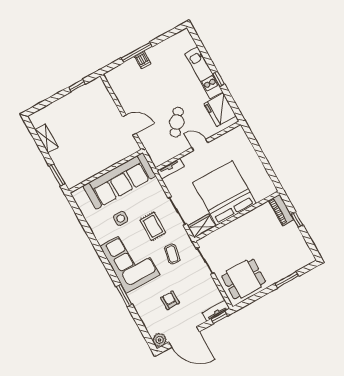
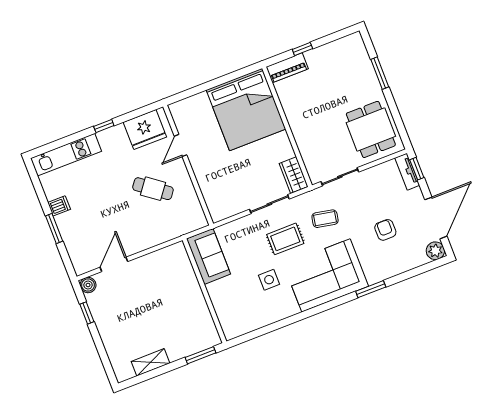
window: (137, 52) -> (54, 229), width x0.69
dishwasher: (143, 60) -> (59, 206), moved
kitchen unit: (204, 73) -> (66, 155), moved
boiler: (98, 83) -> (88, 285), added
door: (129, 125) -> (114, 264), moved
door: (200, 145) -> (181, 145), moved
tv unit: (170, 169) -> (213, 205), removed
sofa: (119, 181) -> (208, 256), width x0.54, depth x0.79
bed: (224, 193) -> (246, 110), moved, turned -90
armchair: (170, 300) -> (385, 230), turned 90

